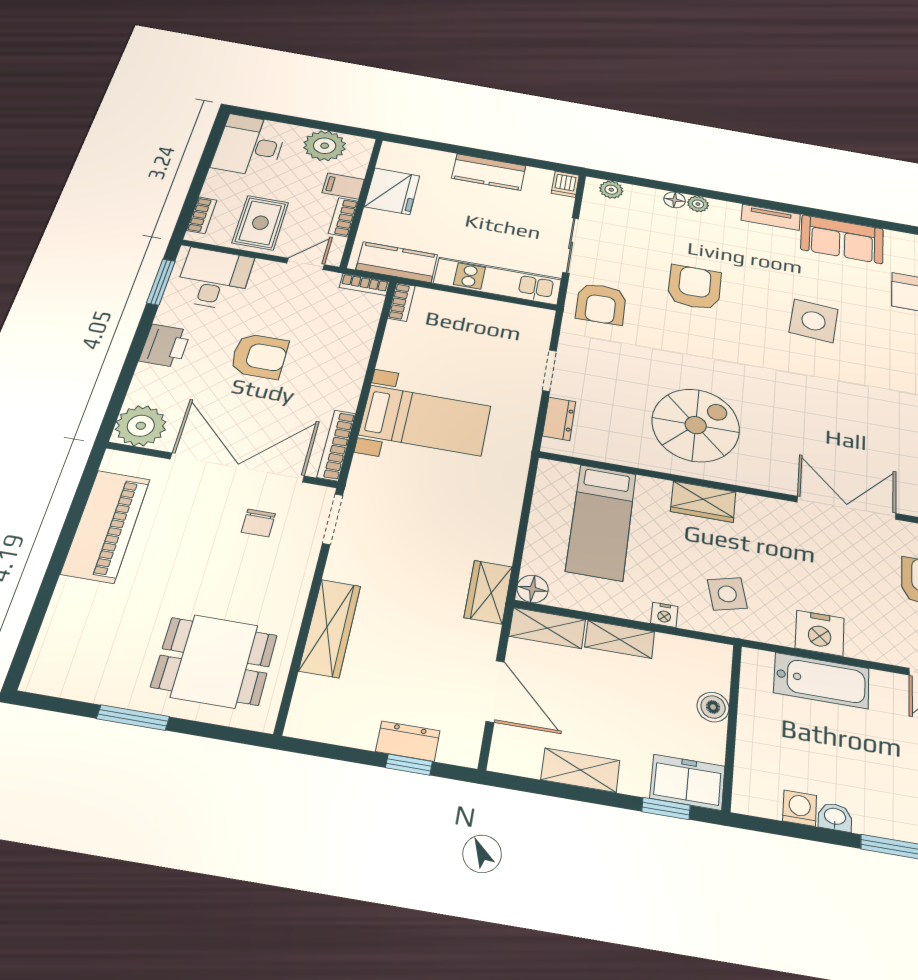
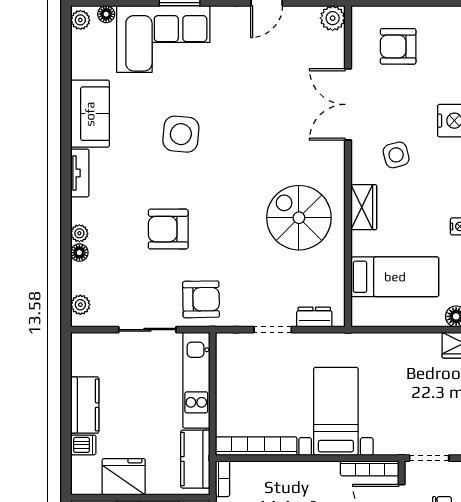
dishwasher: (565, 184) -> (83, 445), moved
bookcase: (402, 302) -> (256, 446), width x2.31, depth x1.31
side table: (727, 594) -> (396, 155), moved

